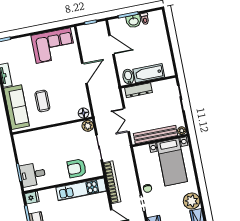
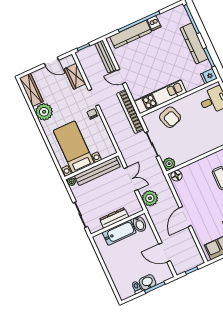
dresser: (138, 90) -> (114, 218), moved
plant: (113, 98) -> (150, 198), added
armchair: (77, 168) -> (170, 117), turned 72

